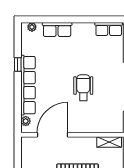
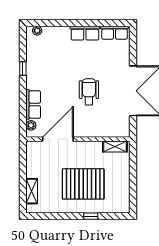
row of seats: (57, 30) -> (85, 33), moved
row of seats: (28, 85) -> (33, 104), width x0.50

